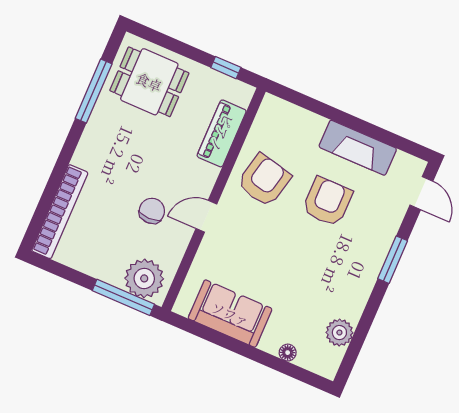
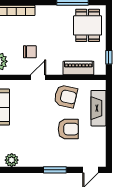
fireplace: (358, 148) -> (99, 108), moved
door: (206, 216) -> (38, 77), hinge flipped

